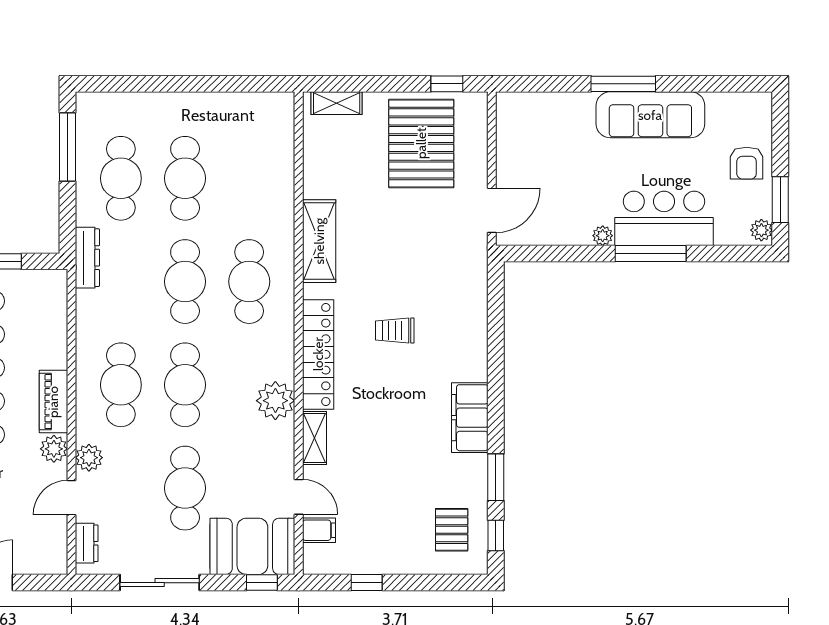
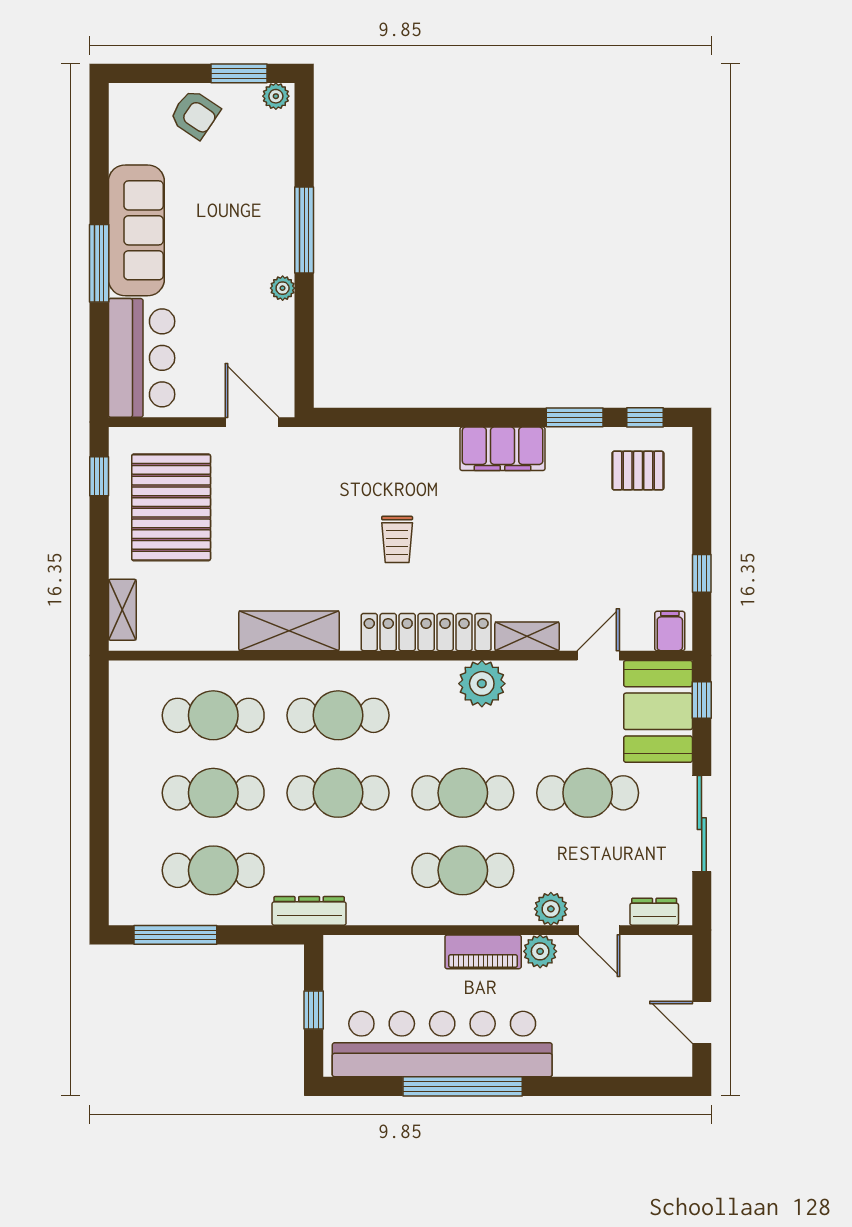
pallet: (421, 143) -> (171, 507), turned 90
armchair: (747, 163) -> (195, 114), turned 34
cafe table: (249, 178) -> (213, 715), added
bar counter: (664, 218) -> (142, 358), moved, turned 180
filing cabinet: (319, 530) -> (670, 631), moved

